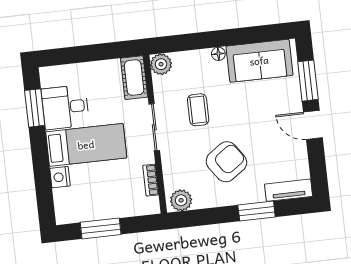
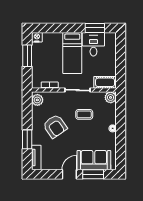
sofa: (259, 61) -> (94, 160), moved, turned 90
nightstand: (60, 177) -> (37, 37), moved

